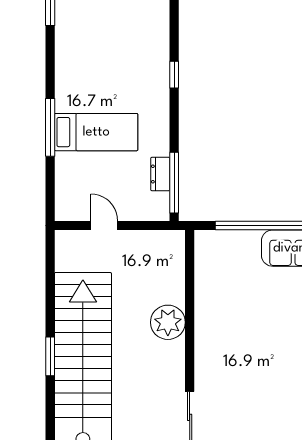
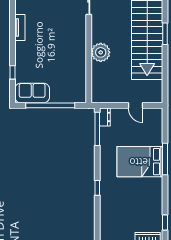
bed: (96, 132) -> (140, 162), width x1.50
dresser: (160, 174) -> (105, 117), moved

